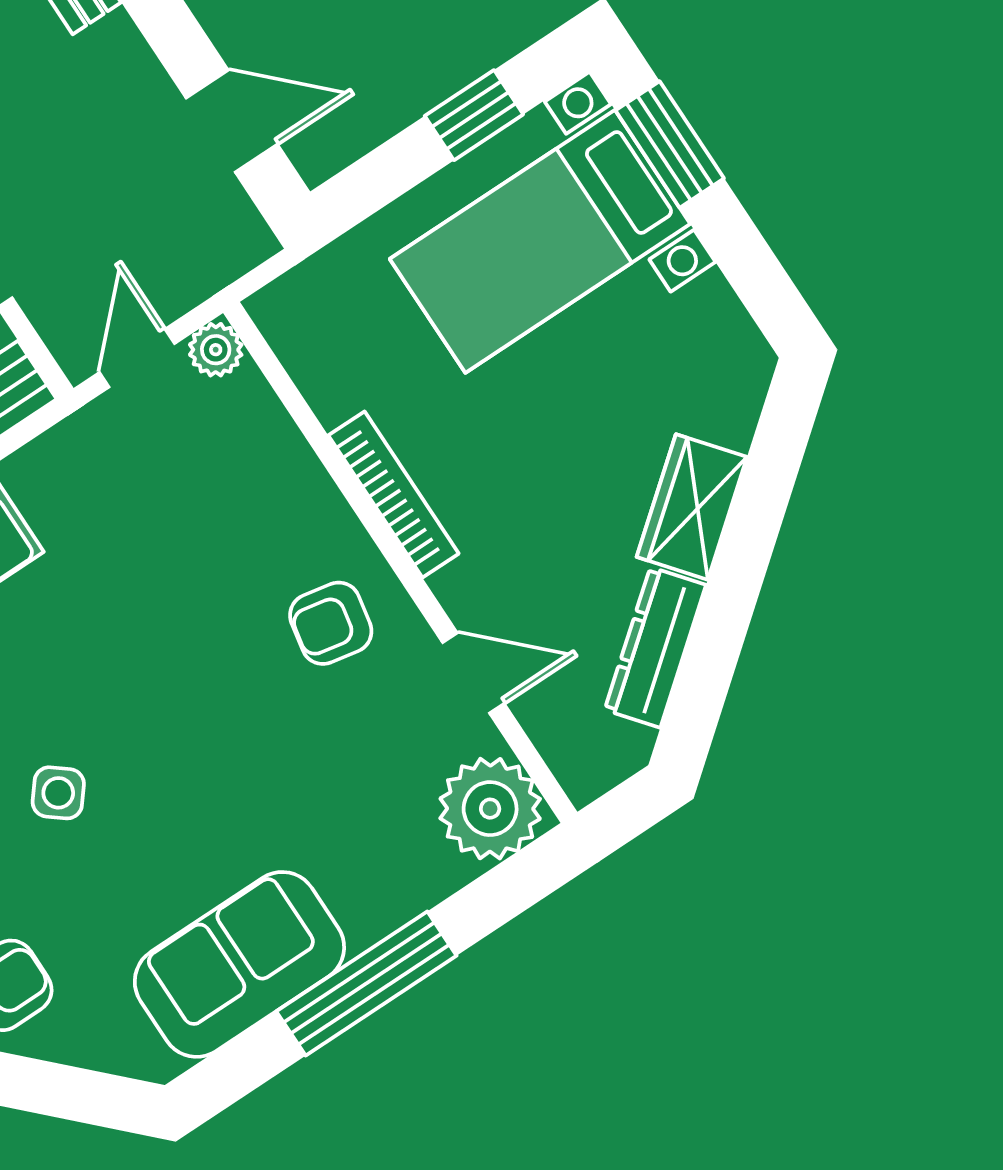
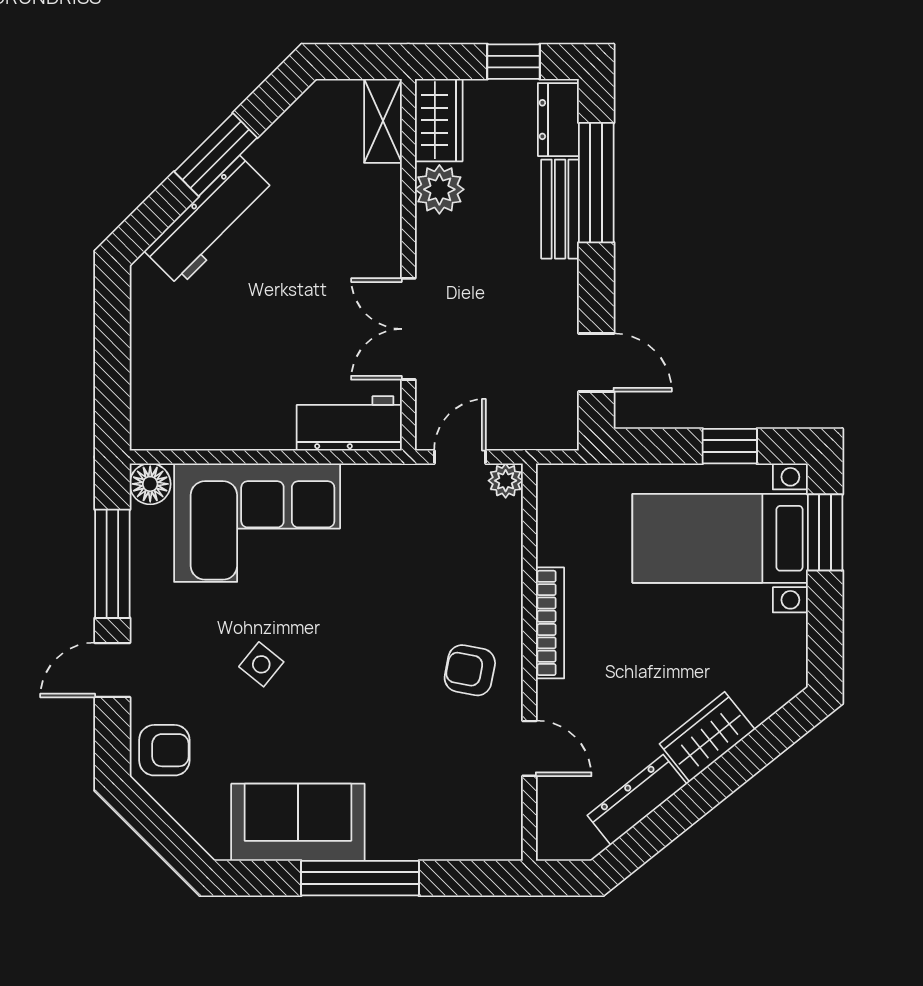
plant: (490, 809) -> (490, 828), removed

